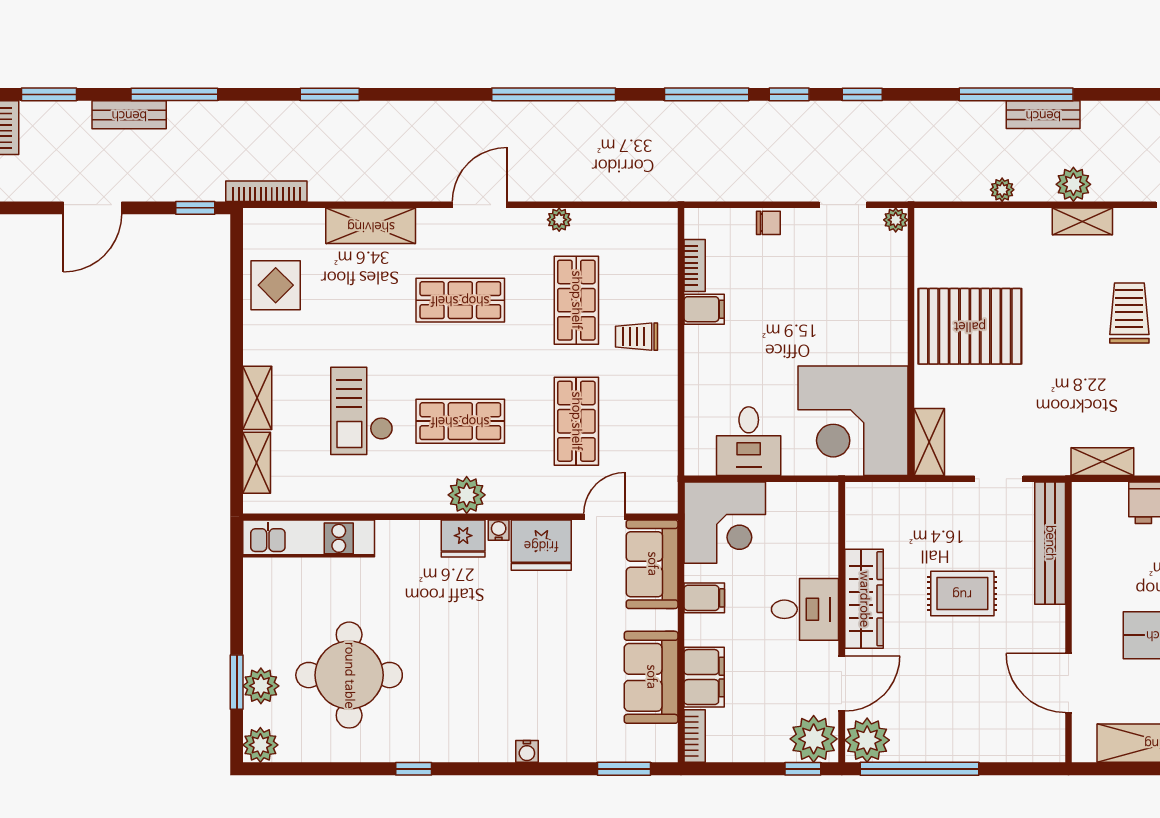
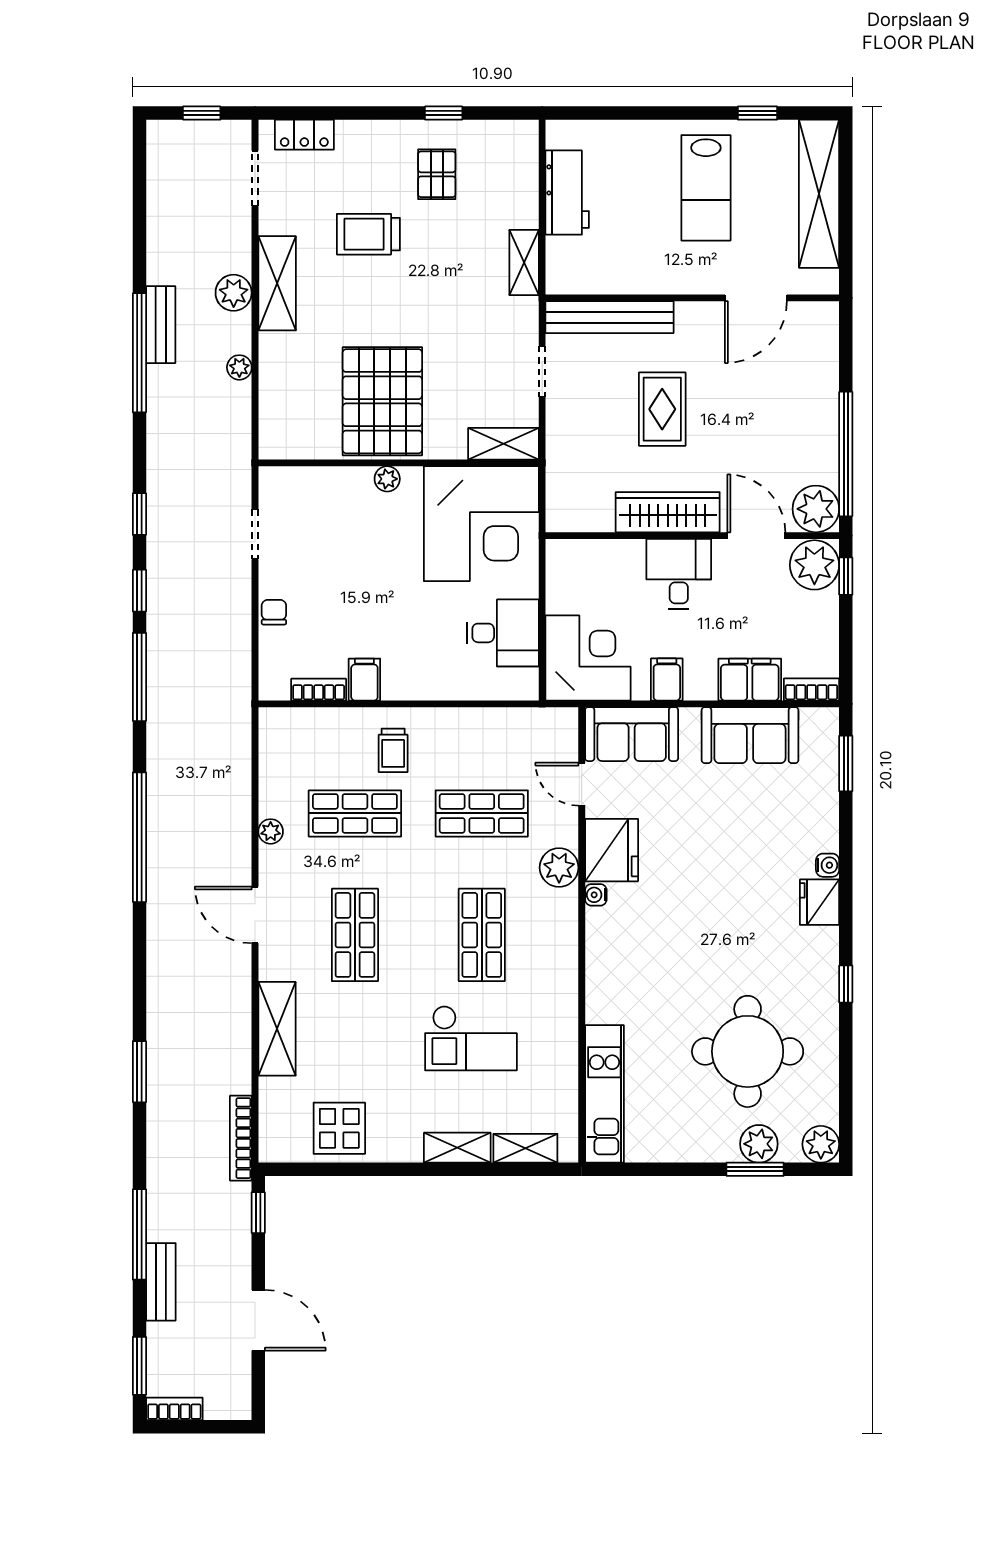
plant: (896, 220) -> (387, 479), moved
shelving: (1082, 221) -> (277, 283), width x1.50, depth x1.33
plant: (467, 495) -> (559, 868), moved
fridge: (463, 539) -> (820, 902), moved, turned 180

